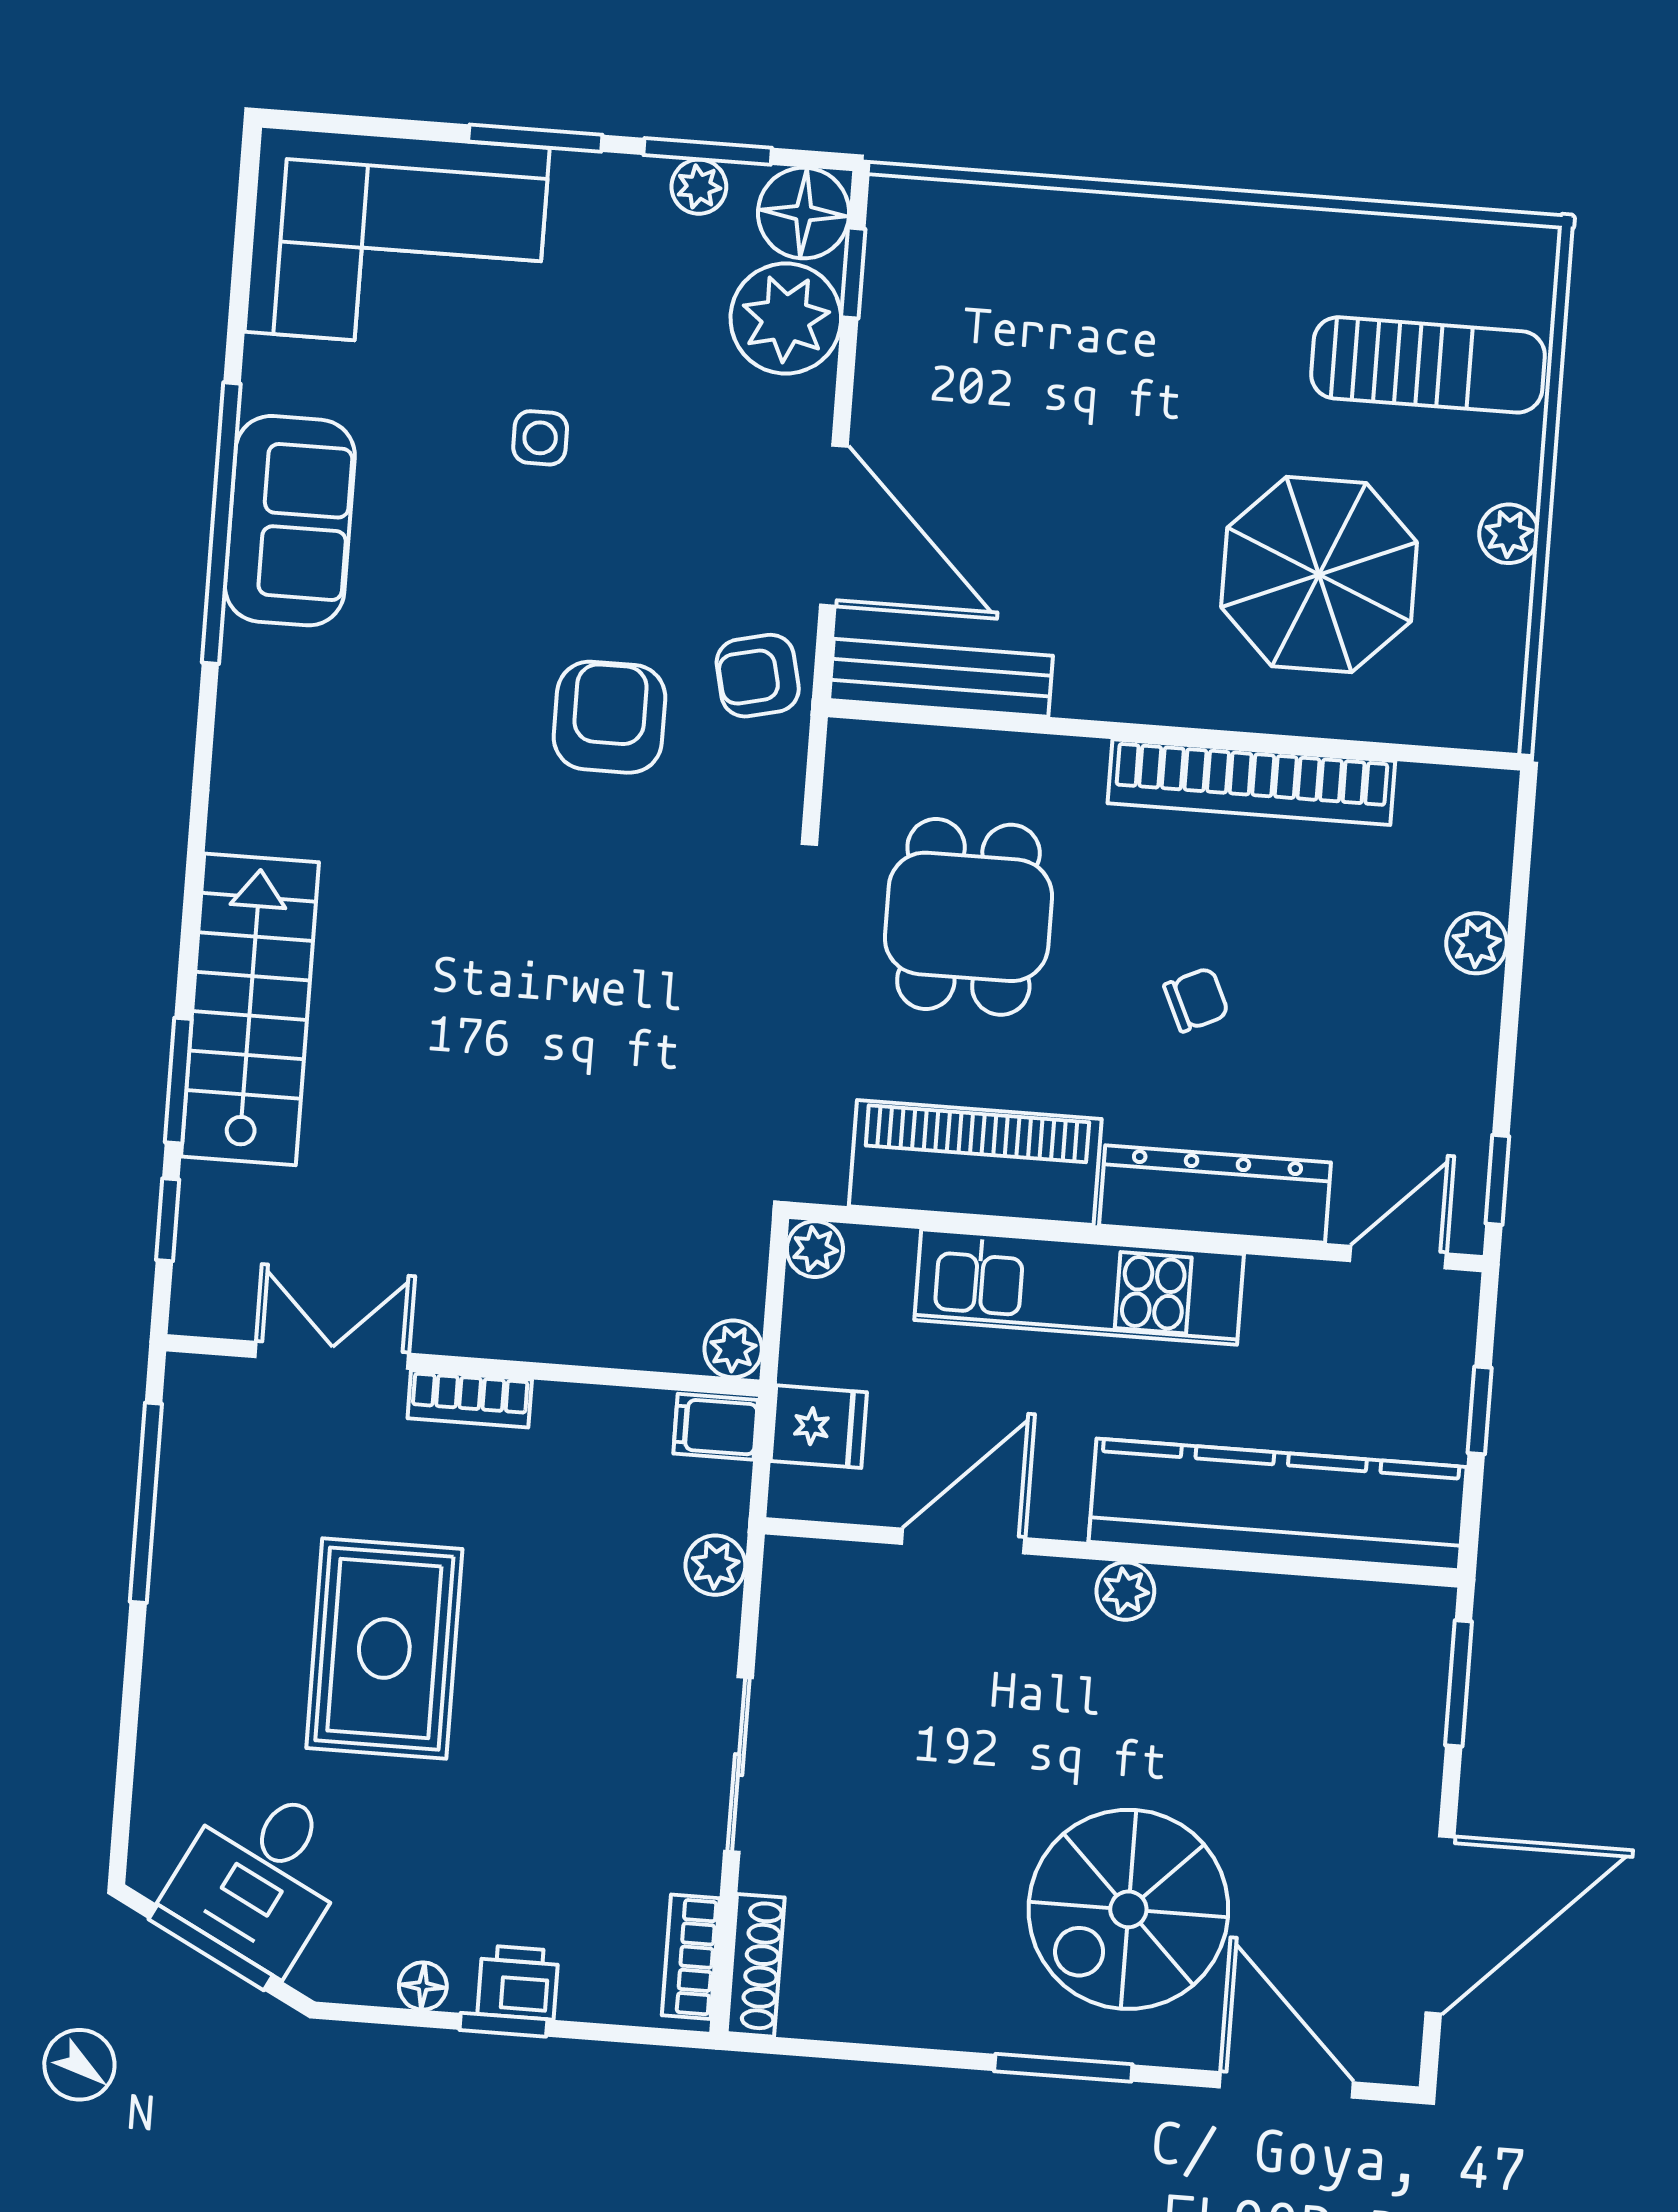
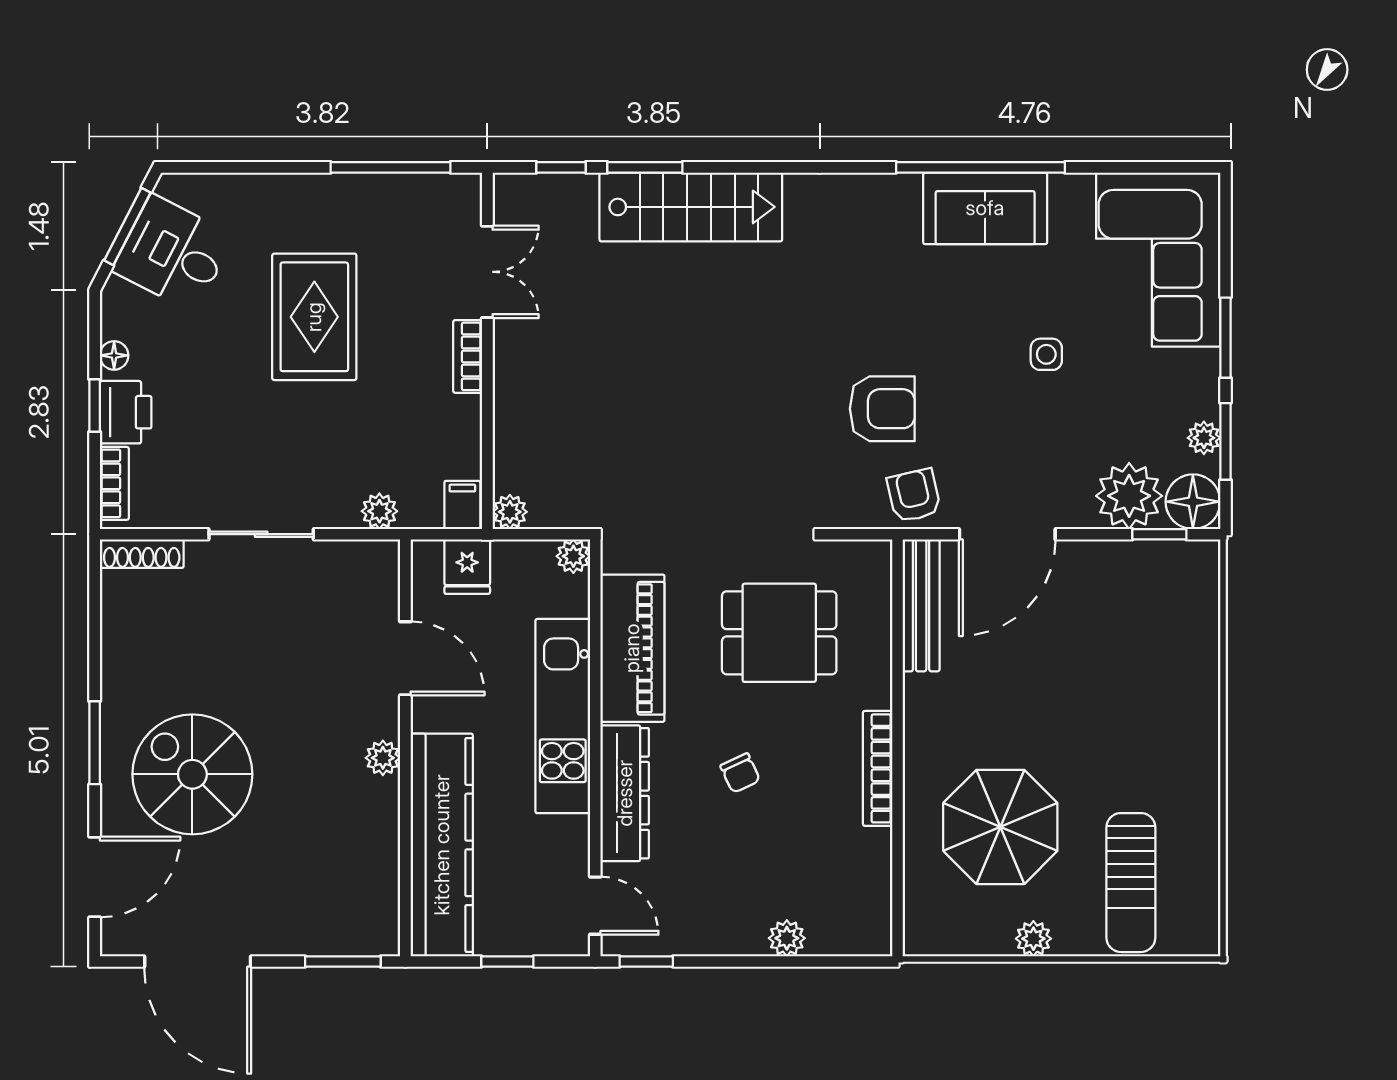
bookcase: (1251, 782) -> (878, 768), width x0.68, depth x0.76
rug: (384, 1649) -> (314, 317), turned 90
bookcase: (691, 1957) -> (114, 483), moved, turned 90
printer: (518, 1982) -> (126, 412), width x1.36, depth x1.24

